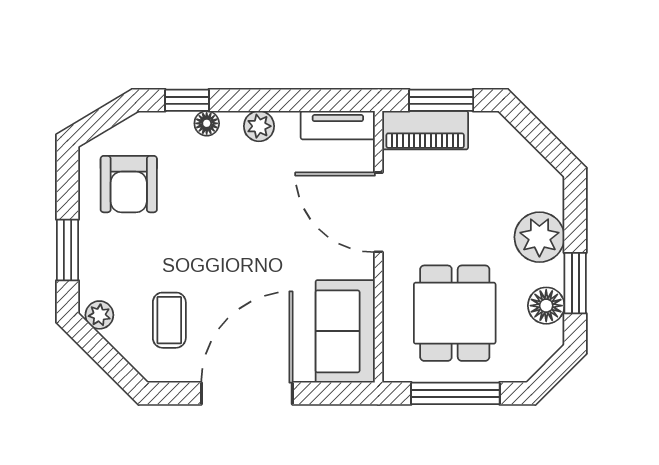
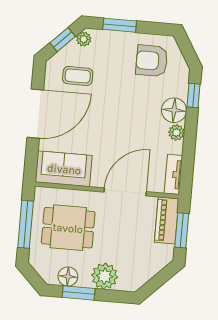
floor lamp: (207, 123) -> (174, 110), width x1.89, depth x1.89
window: (104, 354) -> (63, 40), added
door: (247, 393) -> (35, 114), hinge flipped

